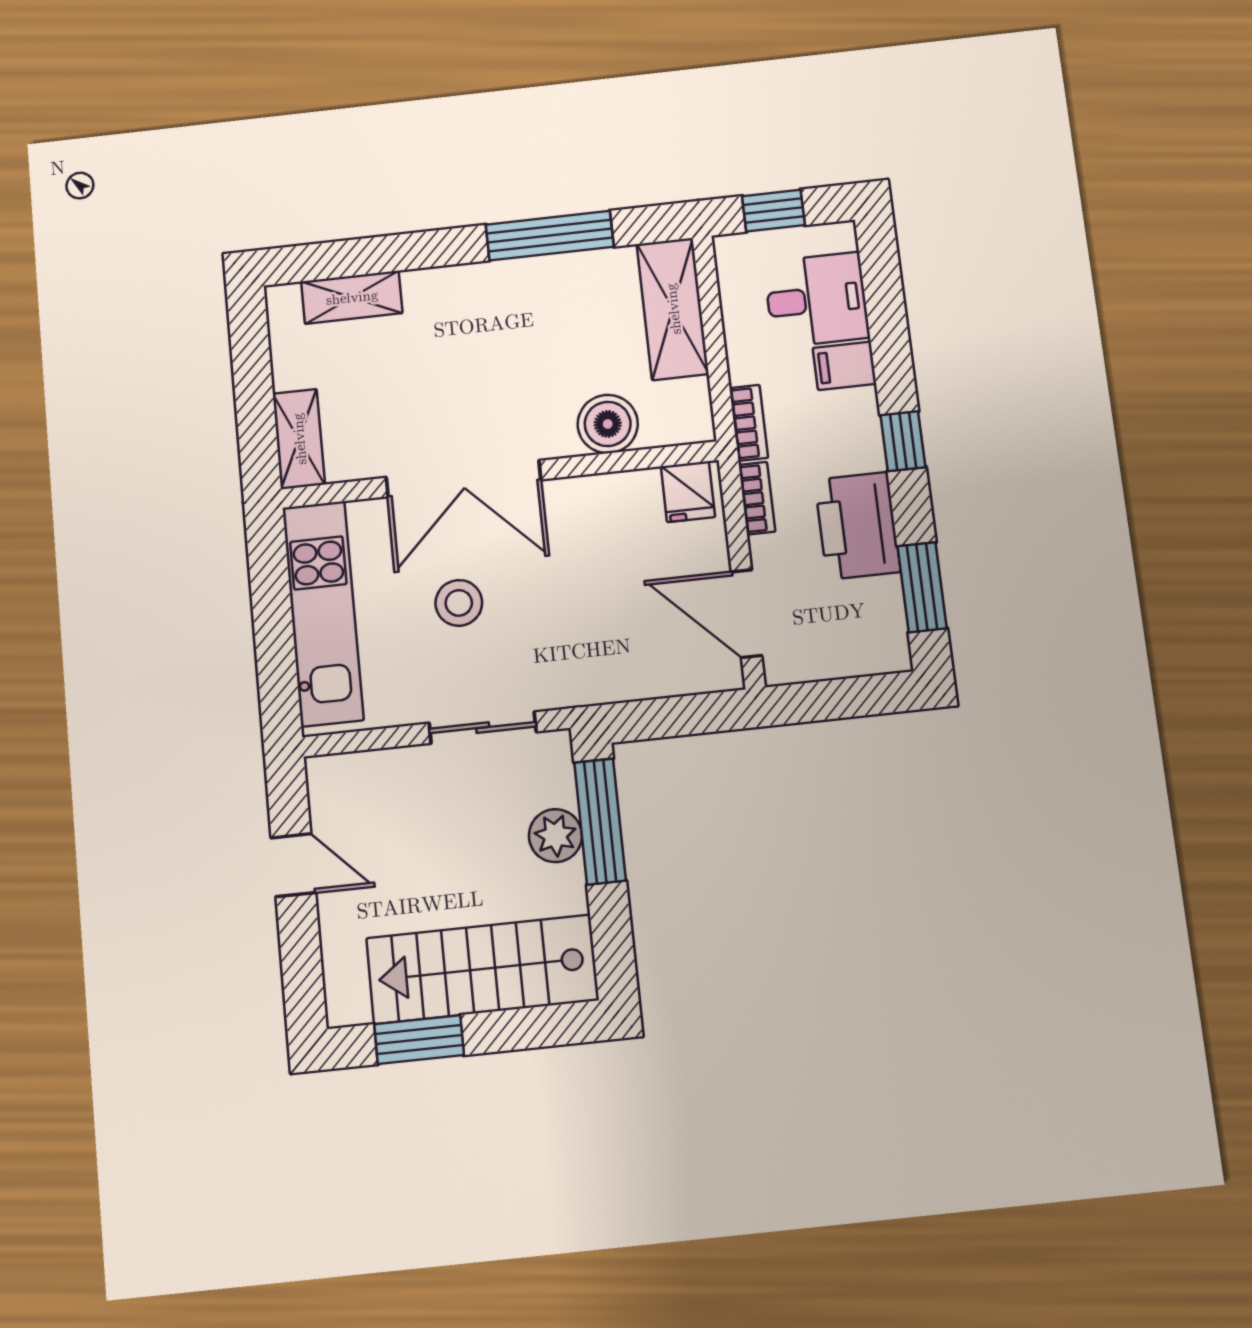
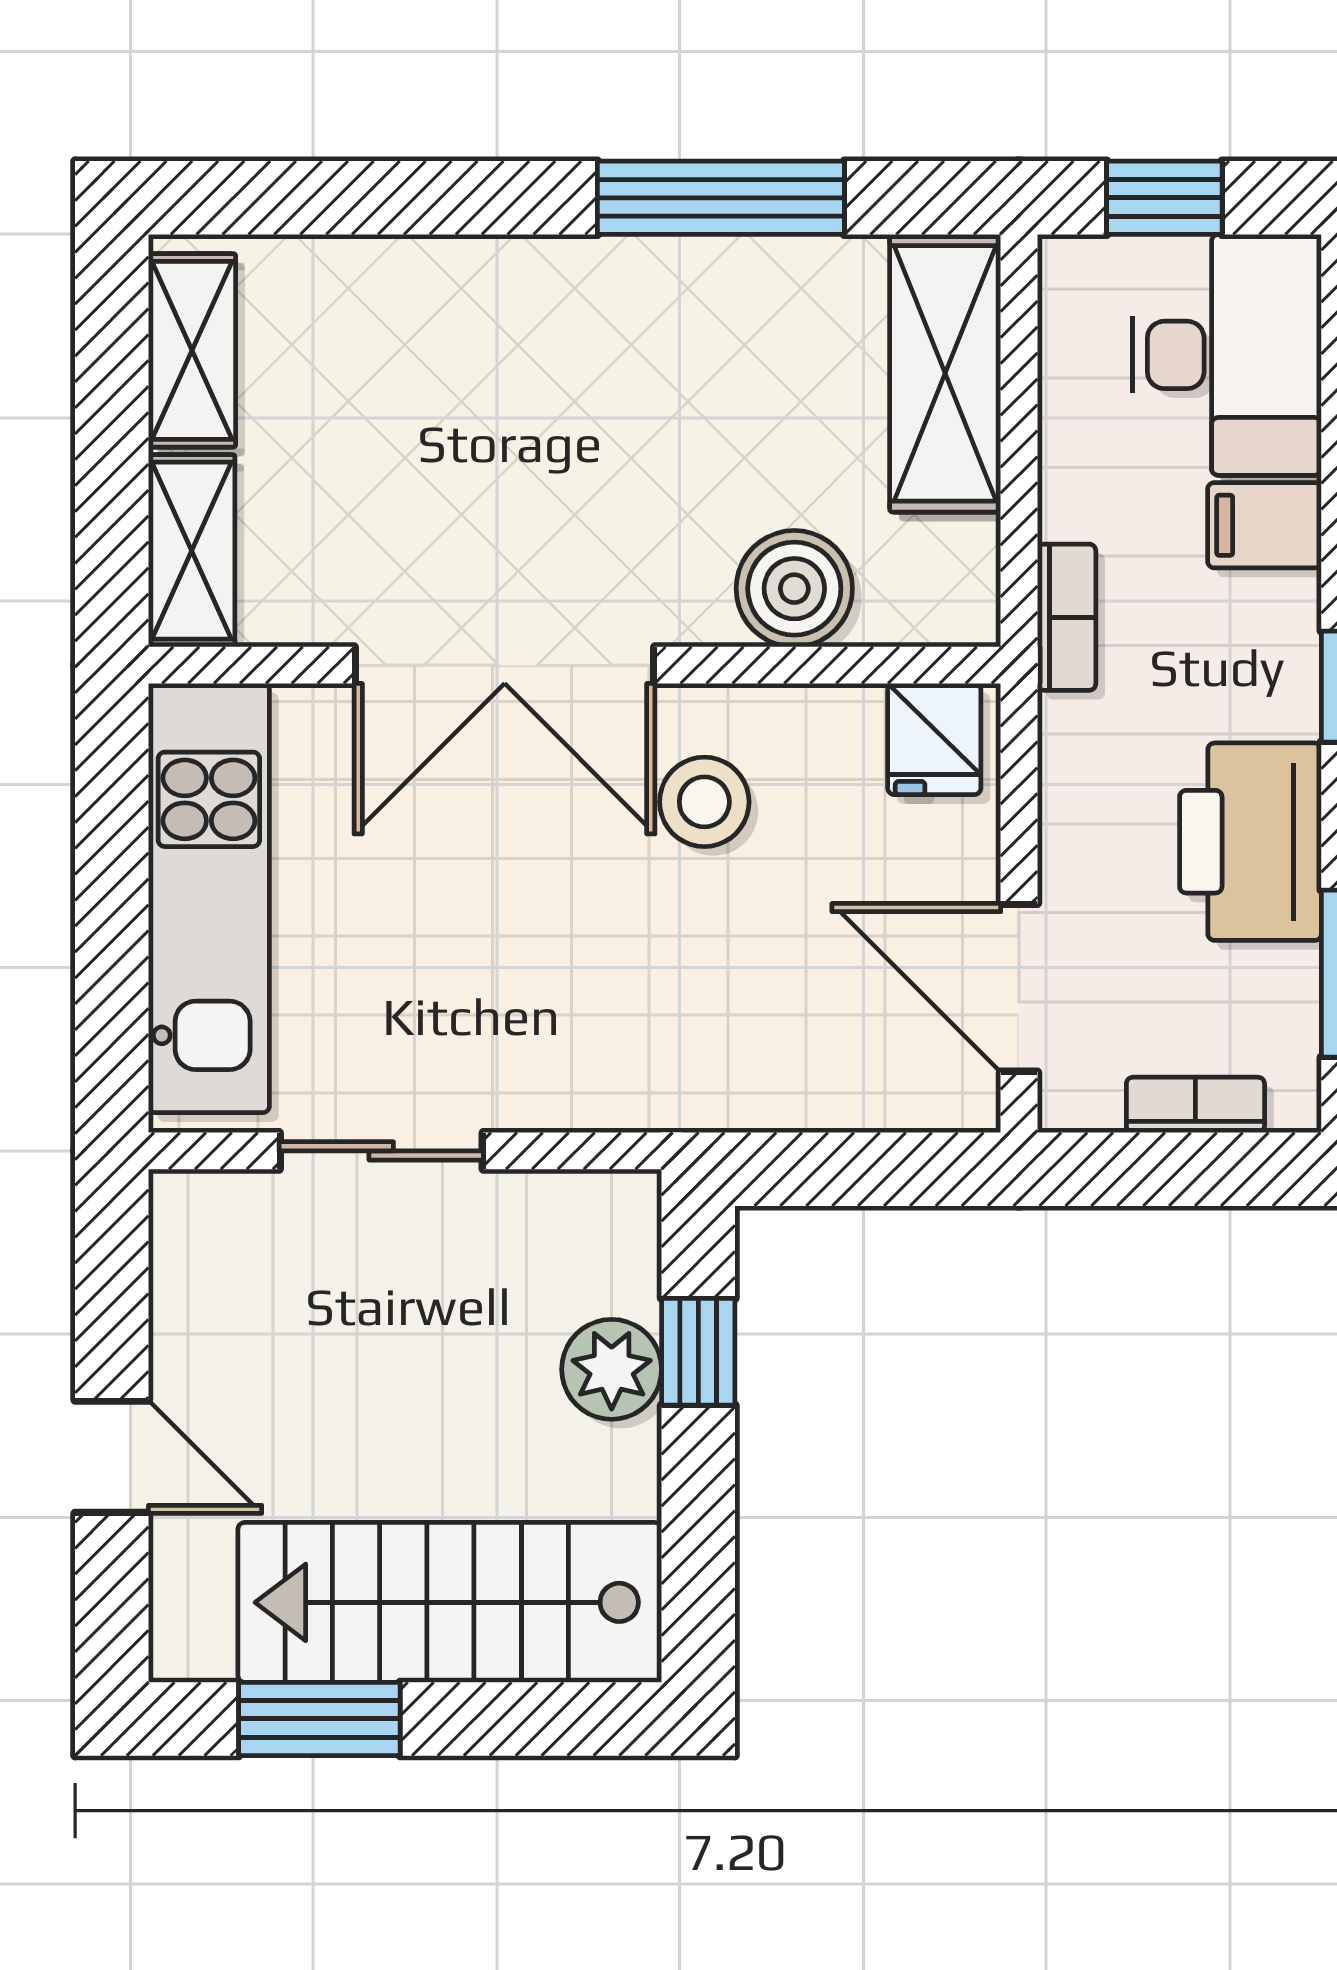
shelving: (352, 297) -> (192, 350), moved, turned 90
desk: (817, 300) -> (1227, 355), width x1.37
bookcase: (757, 498) -> (1195, 1105), moved, turned -90
stool: (459, 603) -> (704, 802), moved
sliding door: (483, 728) -> (381, 1151), moved
window: (600, 821) -> (698, 1352), width x0.46
door: (293, 865) -> (112, 1457), moved

